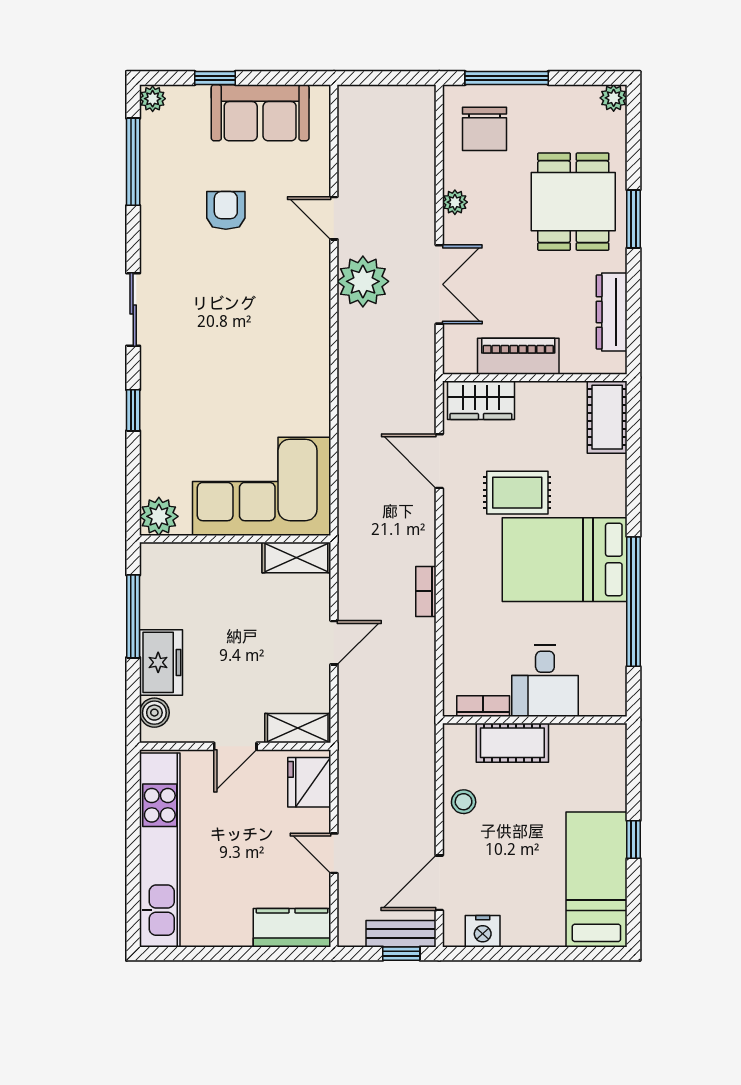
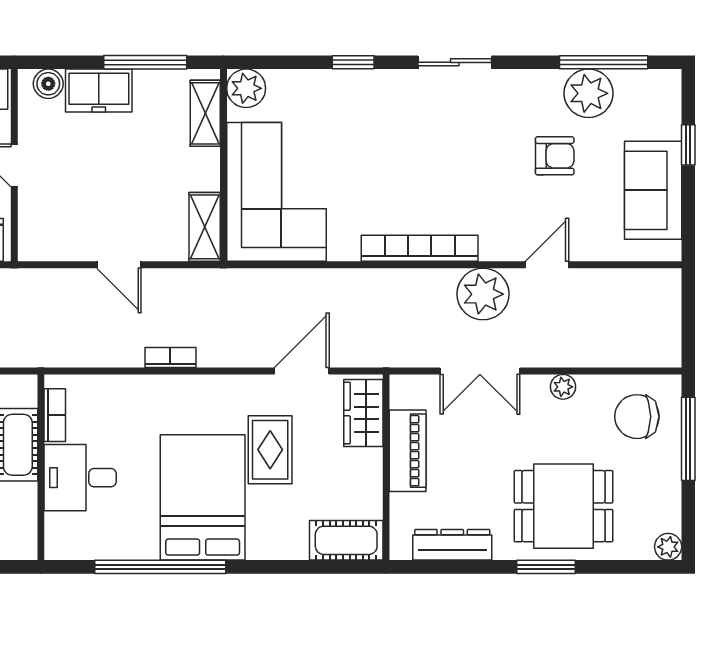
plant: (153, 99) -> (588, 93), moved, width x1.87, depth x1.87
bookcase: (318, 344) -> (420, 248), added
shelving: (298, 728) -> (205, 113), moved

